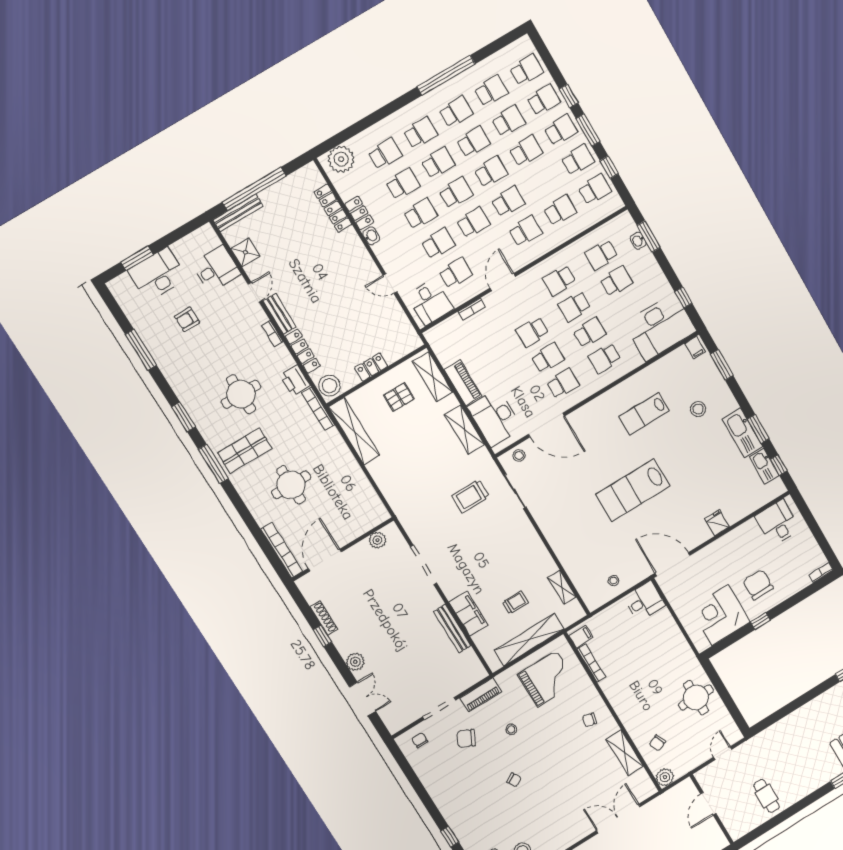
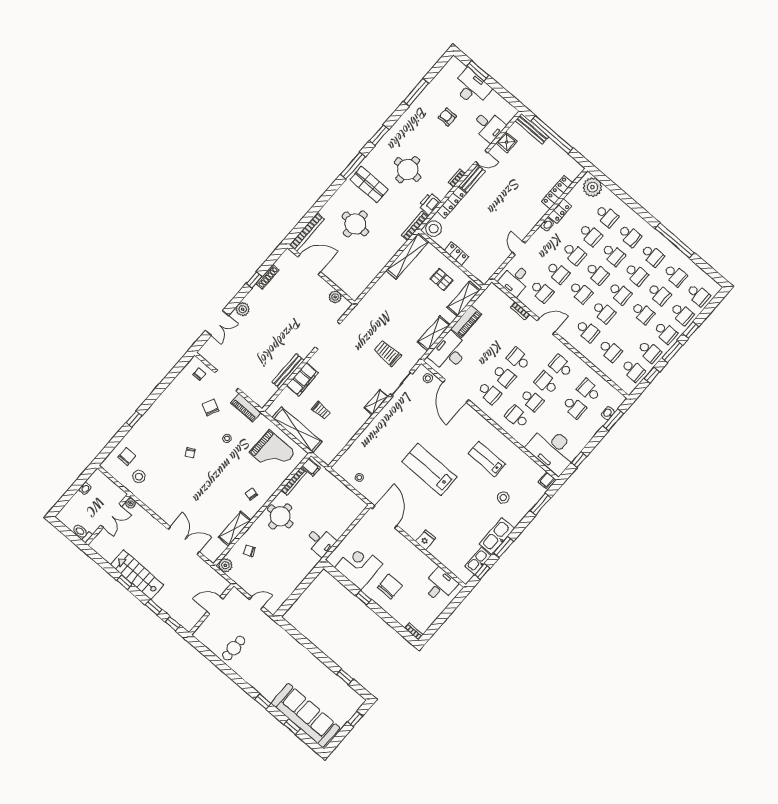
shelving: (562, 587) -> (376, 402), moved
desk: (645, 601) -> (320, 542), moved
round table: (696, 698) -> (280, 516), moved

